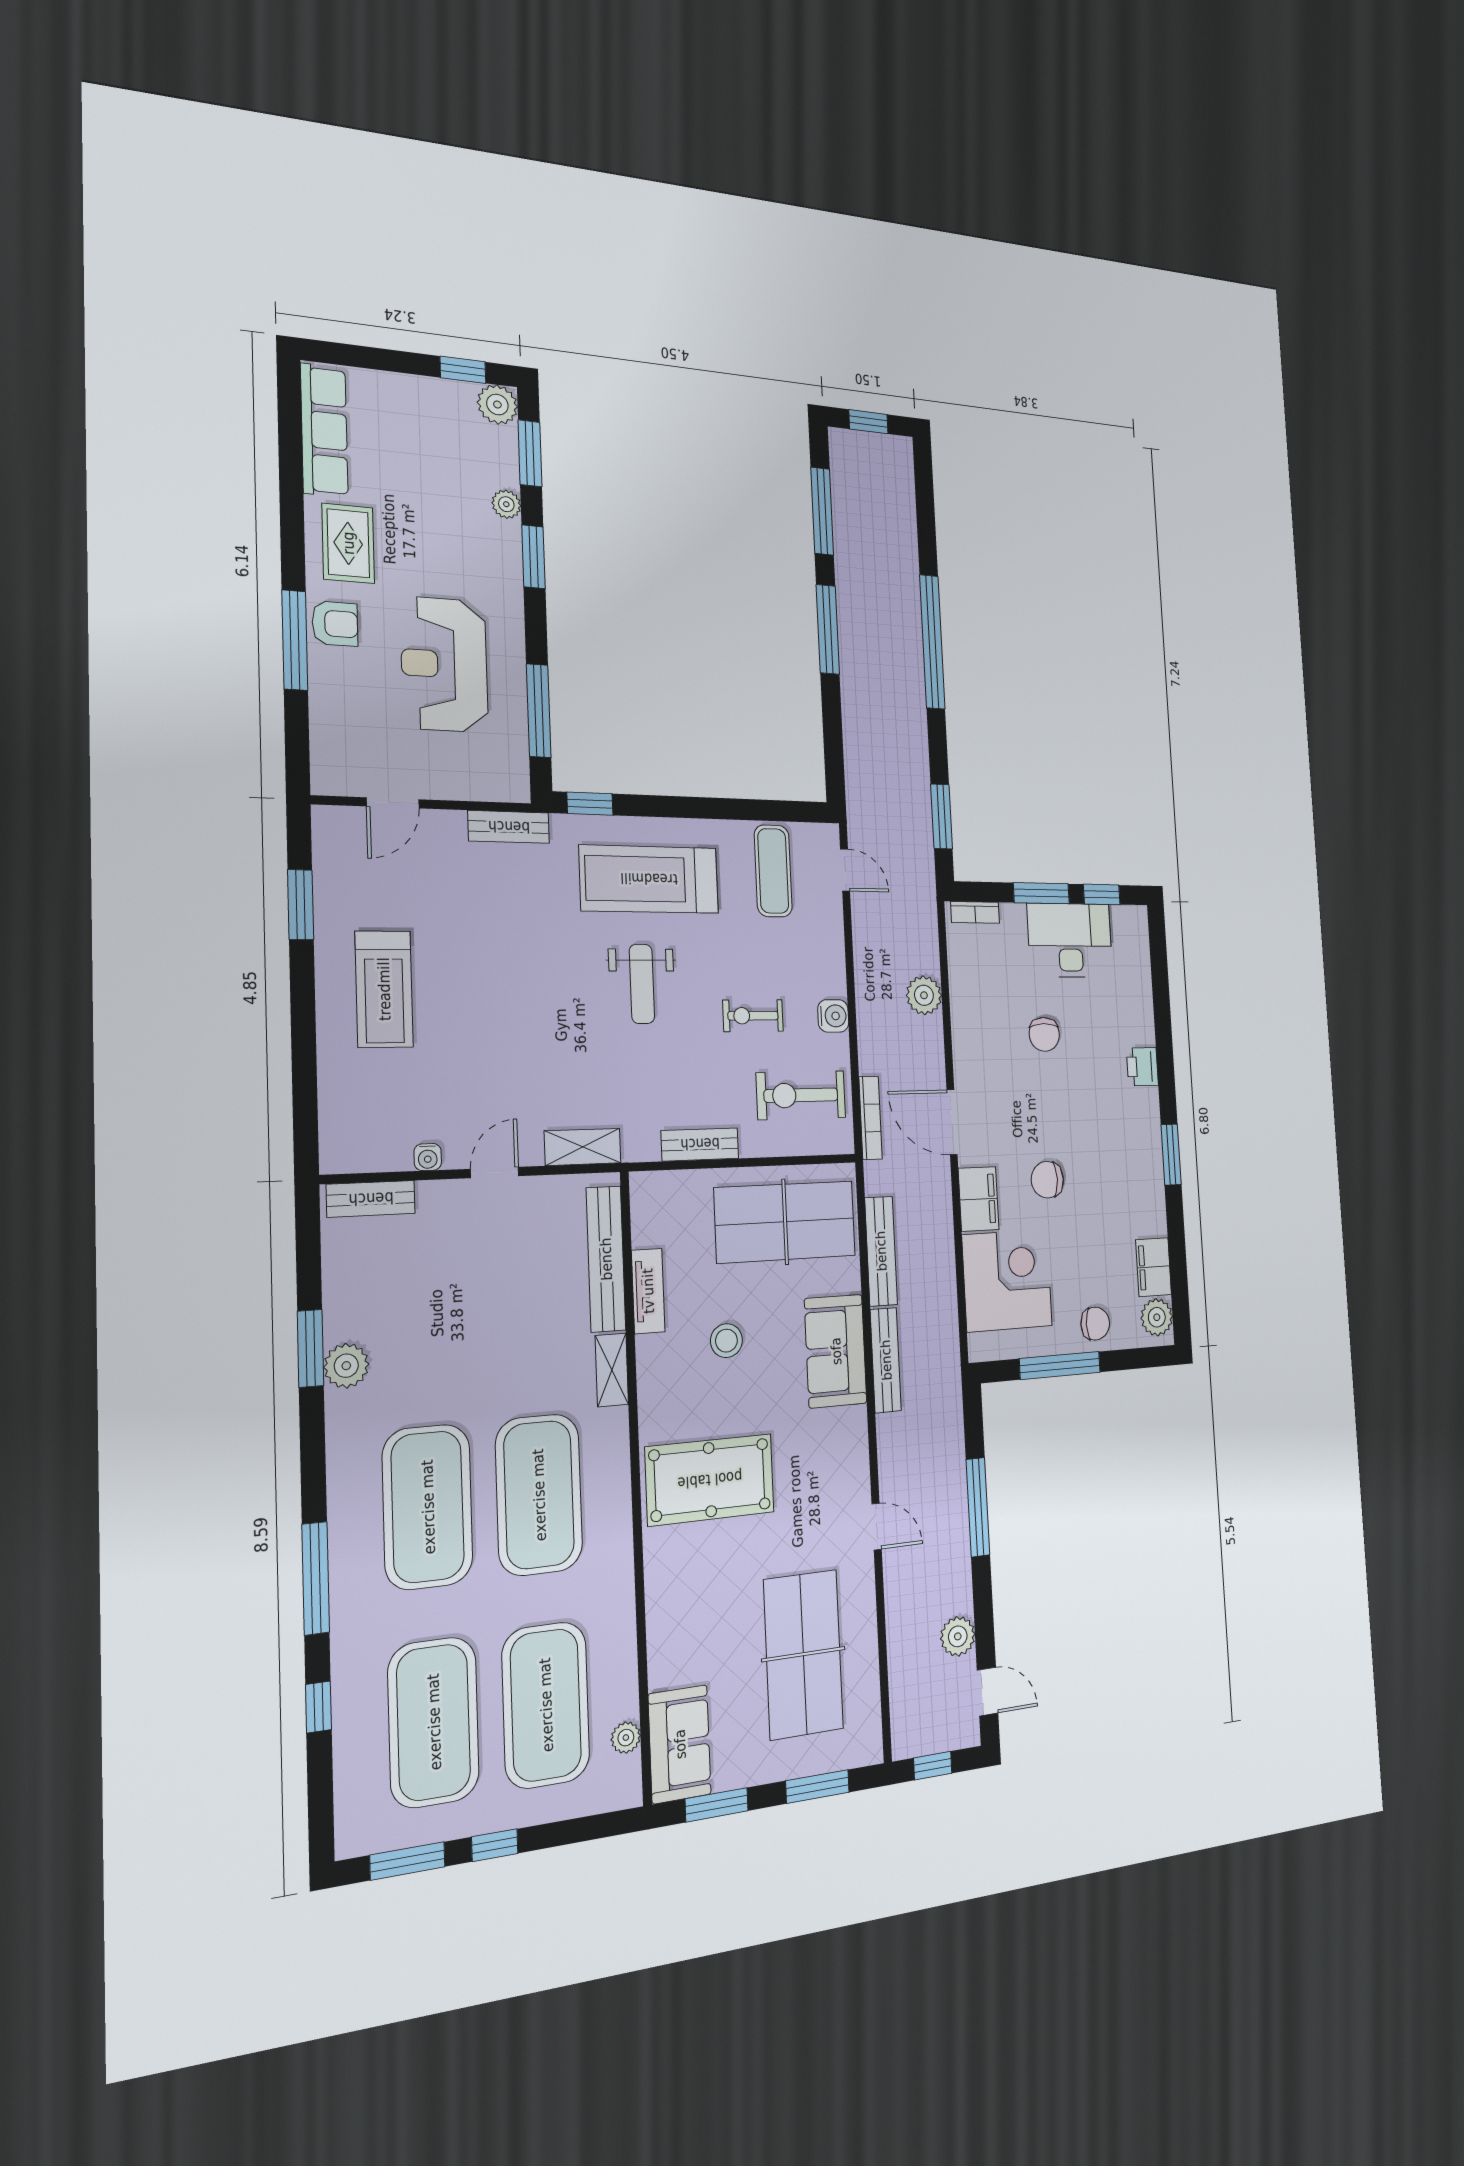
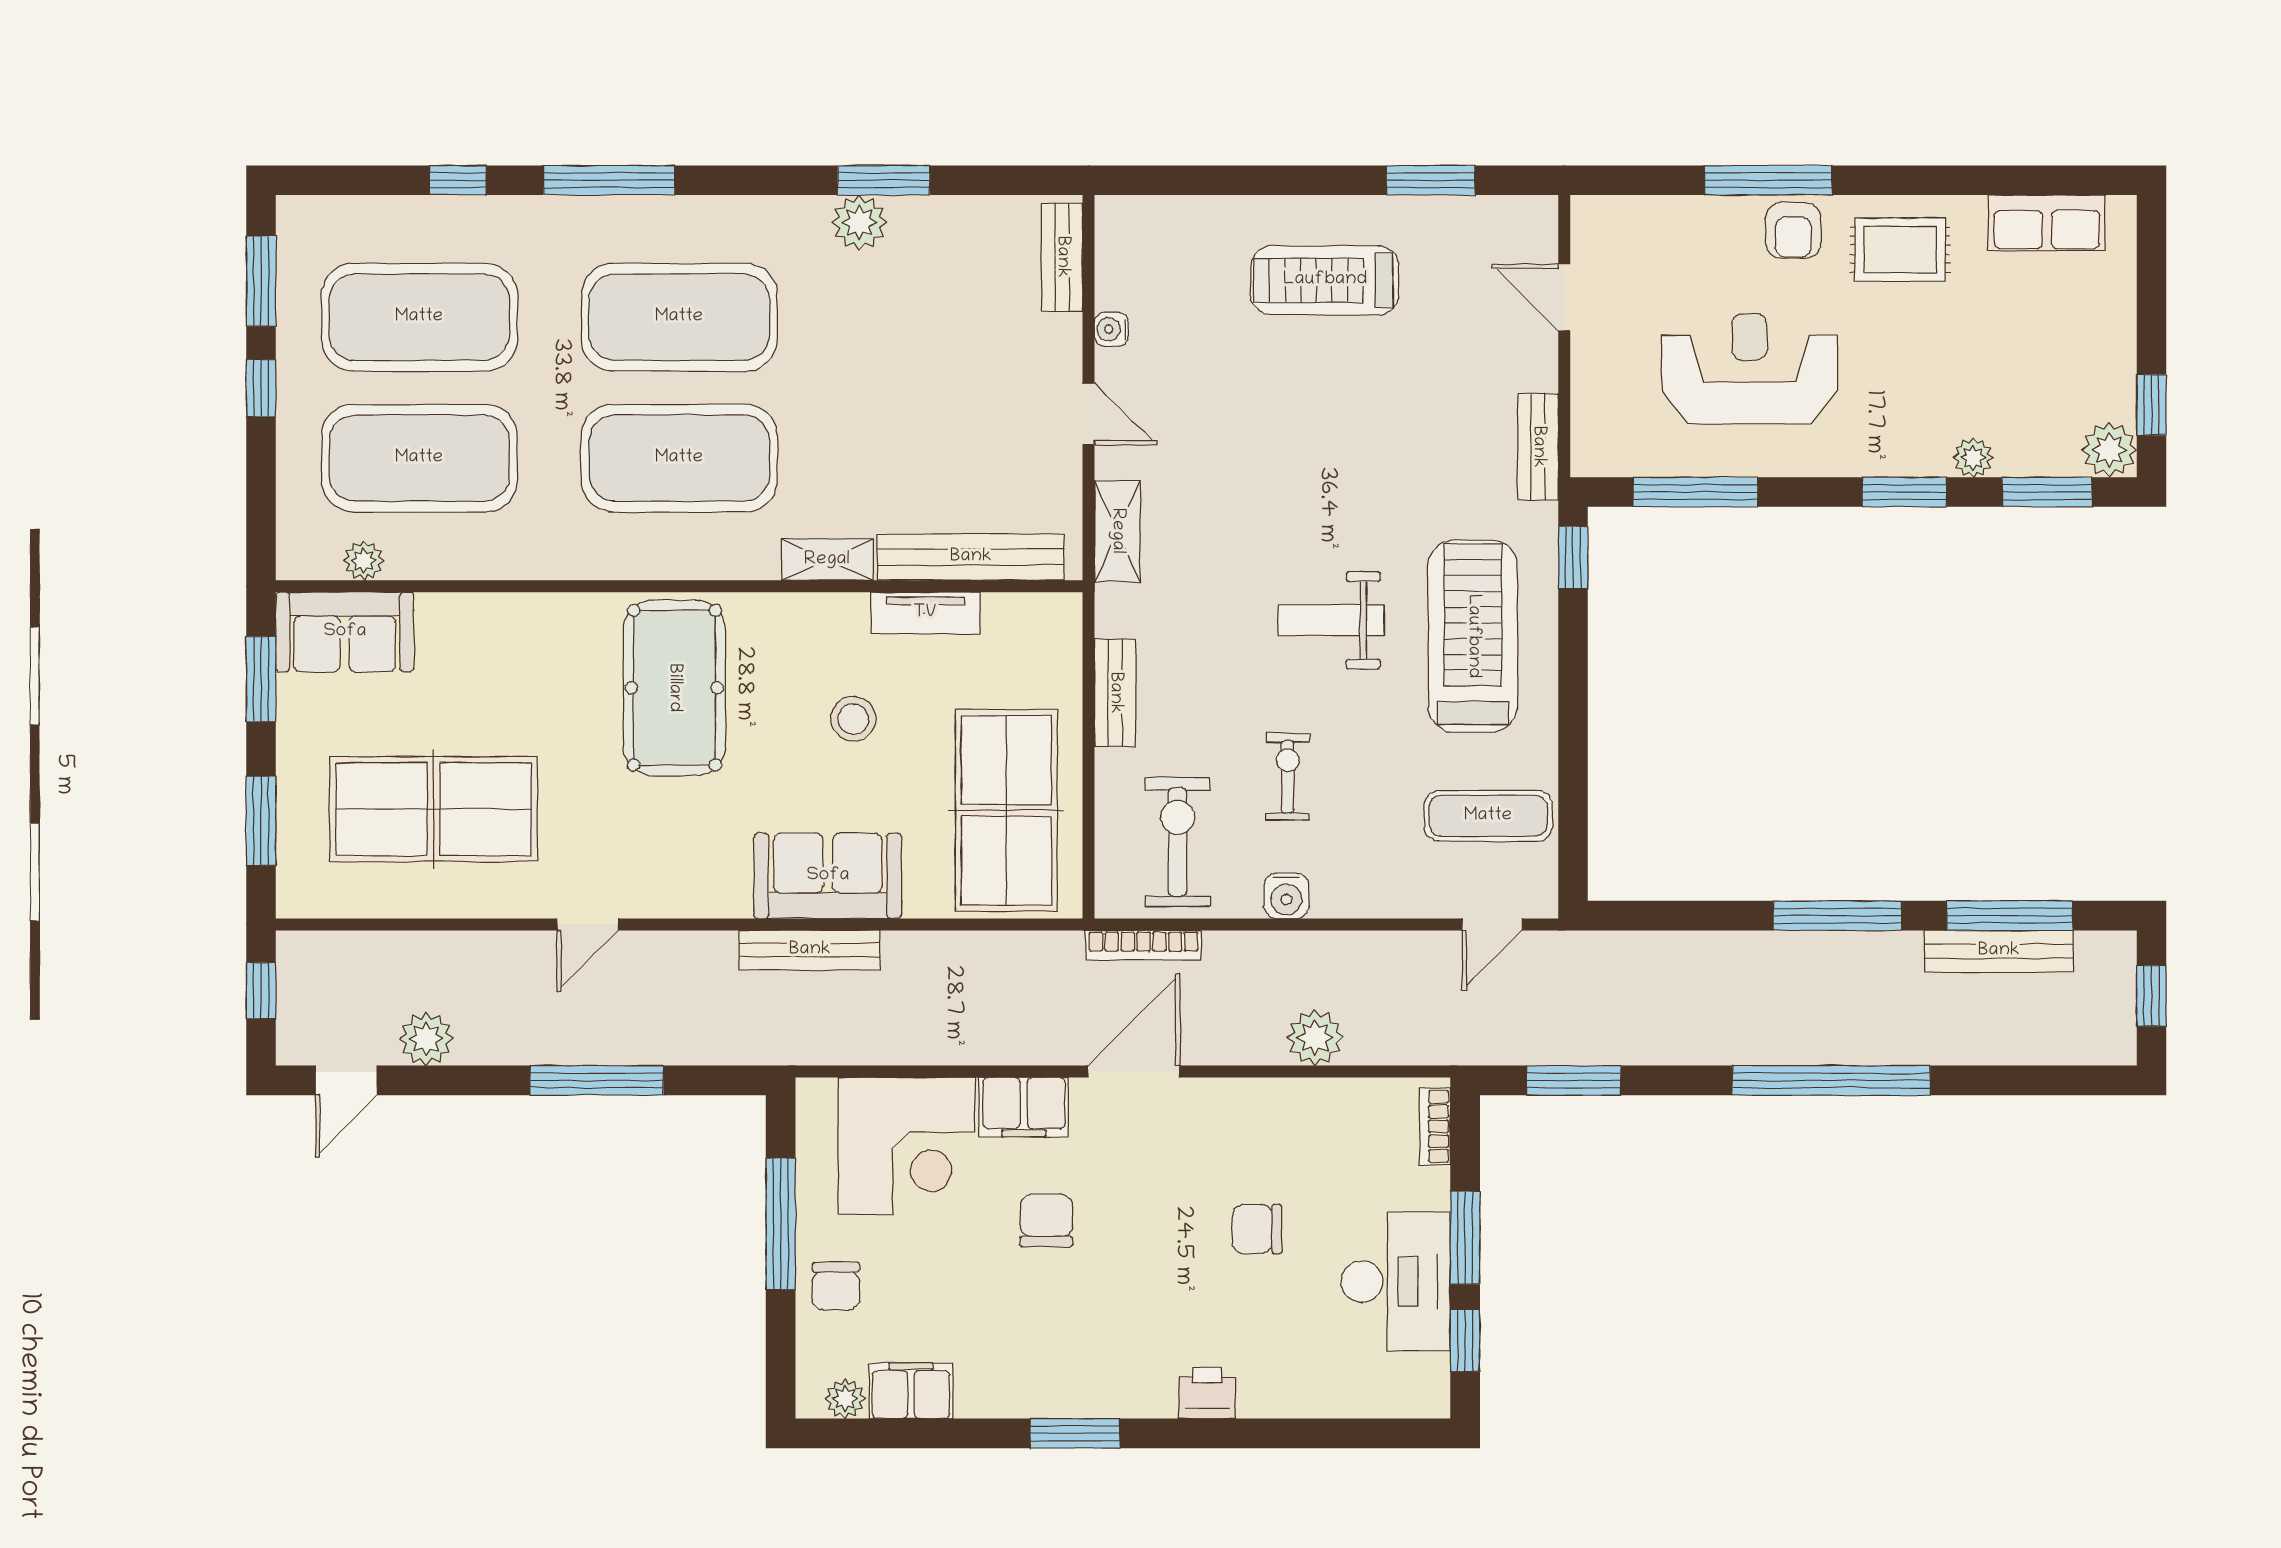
row of seats: (324, 430) -> (2047, 223), width x0.68
bench: (881, 1251) -> (1999, 951), moved
plant: (1157, 1317) -> (845, 1399), width x0.73, depth x0.73

